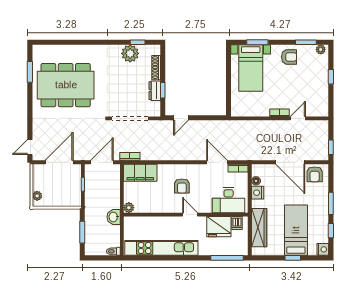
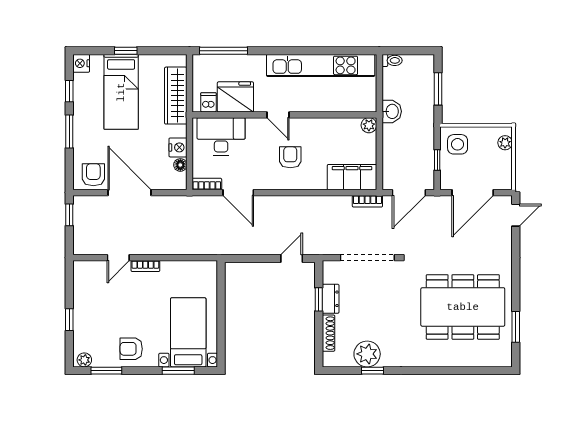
window: (138, 42) -> (373, 371), moved
side table: (69, 195) -> (458, 144), added

